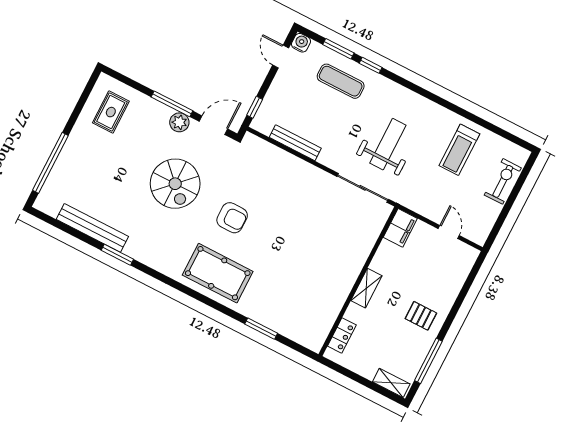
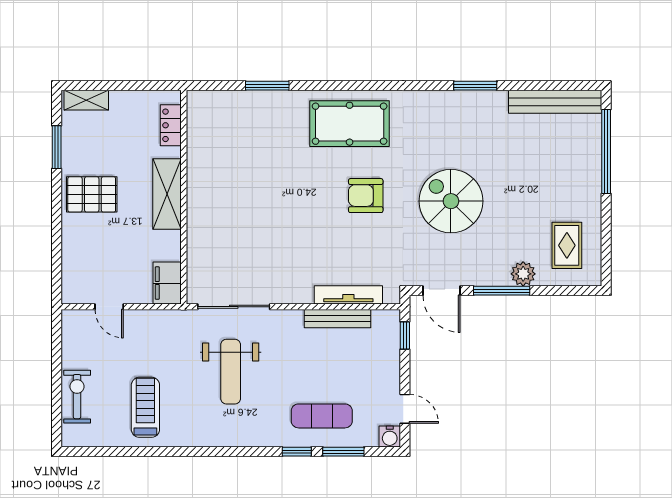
plant: (179, 122) -> (523, 274), moved
door: (213, 125) -> (441, 291), hinge flipped
tv unit: (279, 155) -> (348, 295), added
exercise bike: (503, 181) -> (77, 397), turned 180
bench: (92, 228) -> (555, 102), moved
shelving: (366, 288) -> (167, 194), width x1.50, depth x1.33
pallet: (421, 316) -> (92, 194), width x1.50, depth x1.42
window: (428, 361) -> (57, 147), width x0.69

